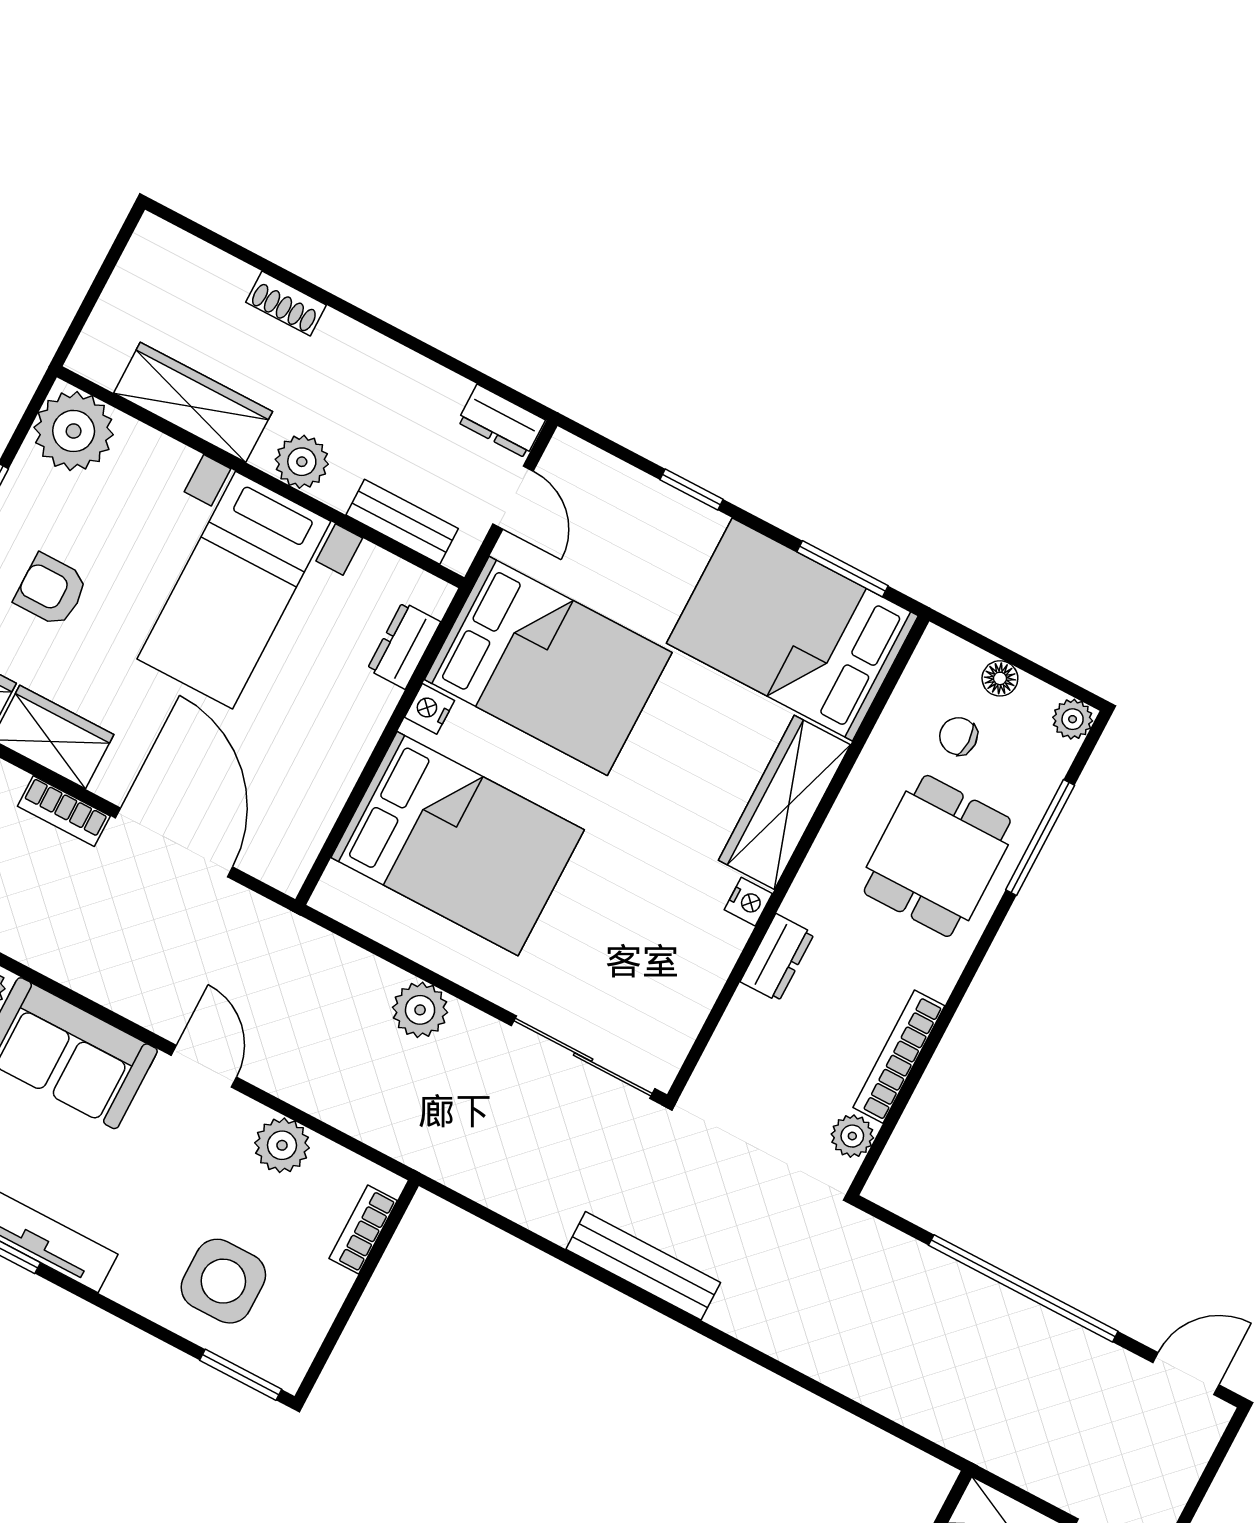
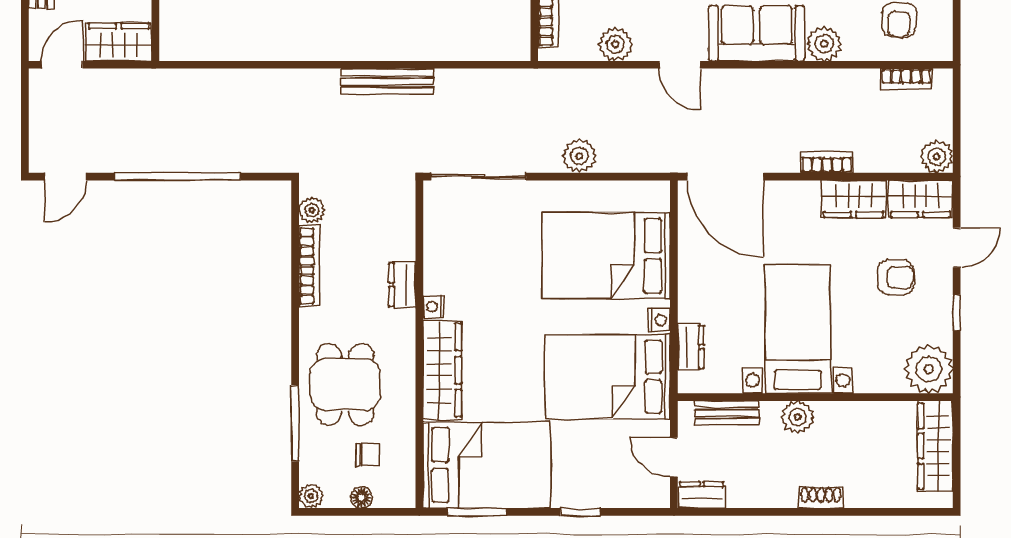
shoe rack: (286, 304) -> (821, 497), moved
wardrobe: (193, 402) -> (935, 446), moved, turned 90
door: (174, 842) -> (725, 177), moved

